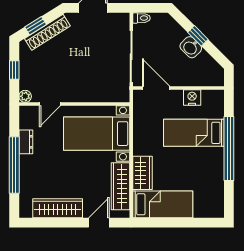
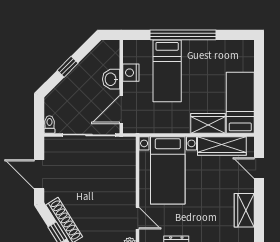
washbasin: (191, 47) -> (111, 79), moved, turned 135
wardrobe: (58, 208) -> (244, 210), width x0.67

